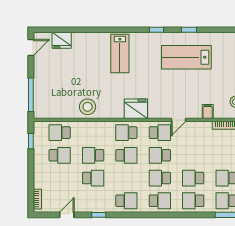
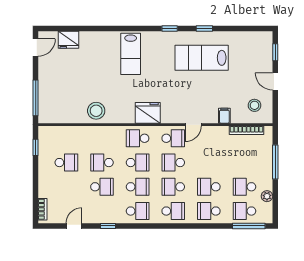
school desk: (60, 133) -> (138, 187), moved, turned 180

